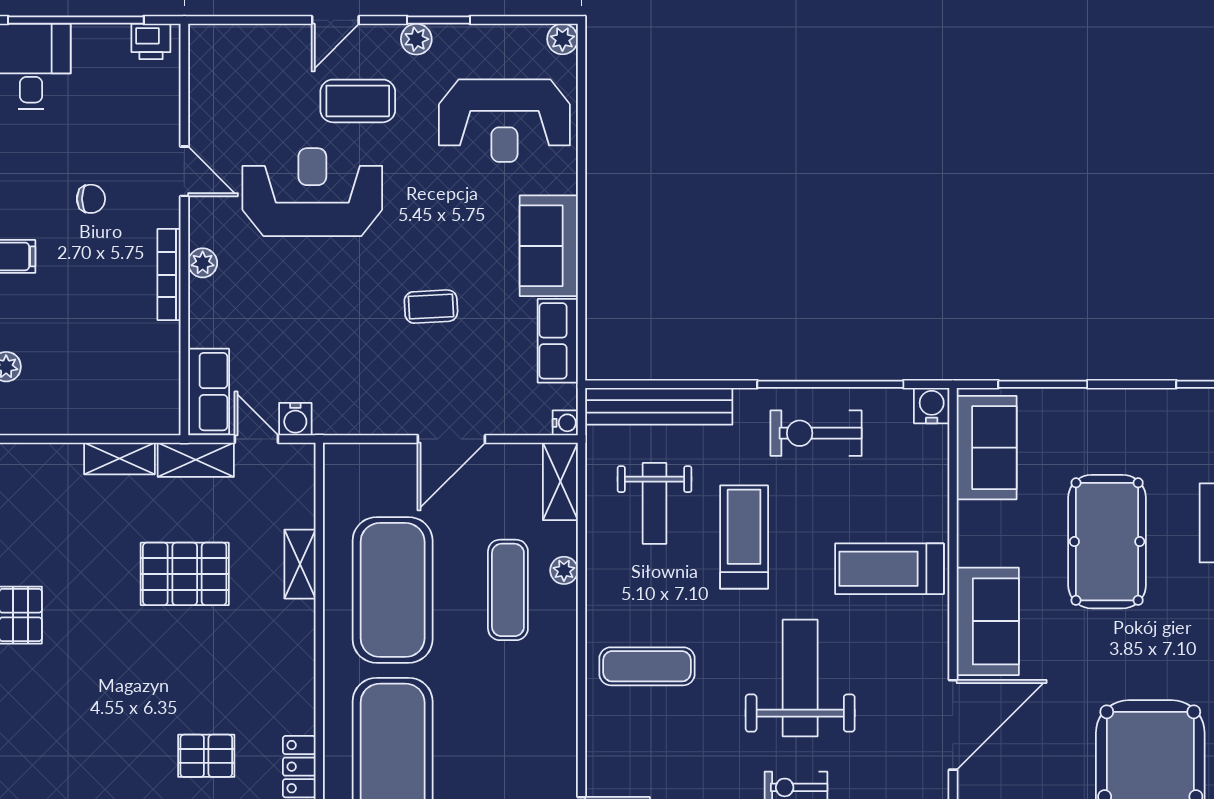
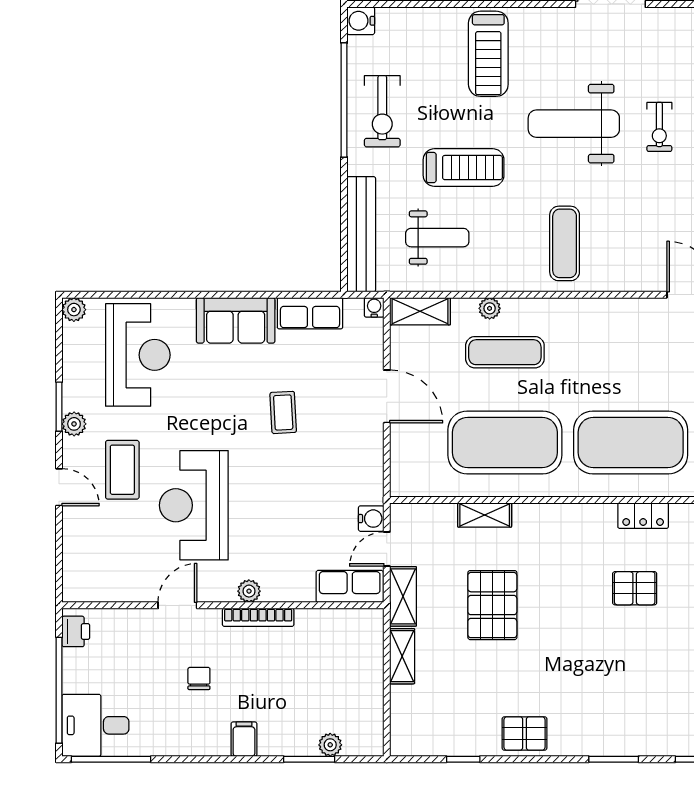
treadmill: (744, 537) -> (464, 168), turned 180
pallet: (206, 756) -> (635, 588), turned 90

